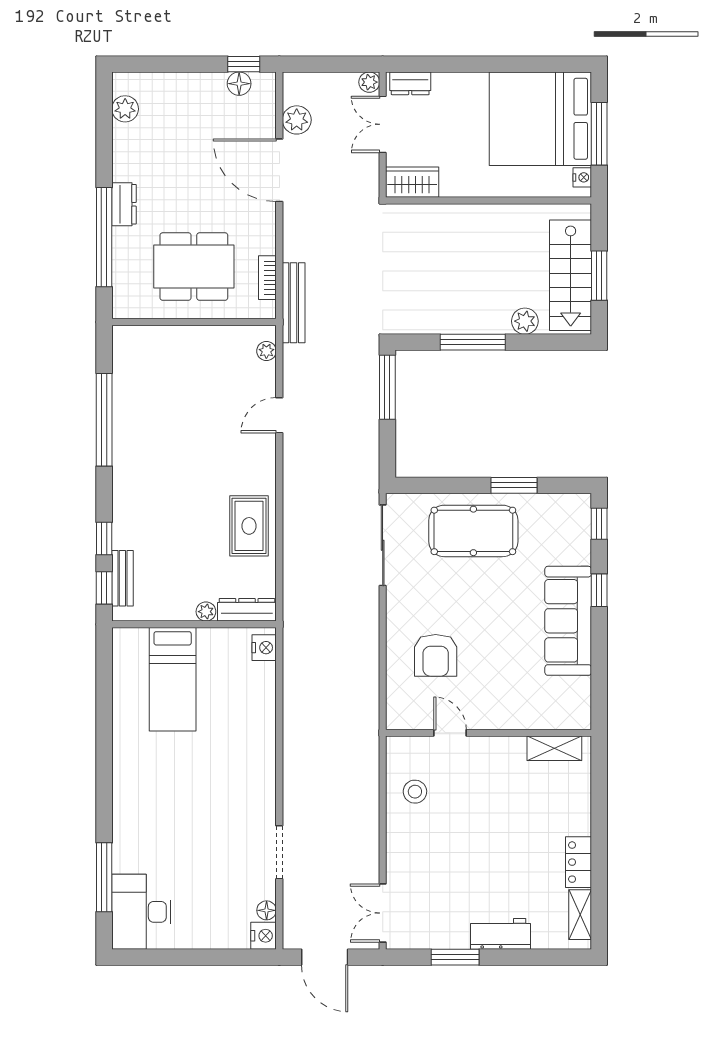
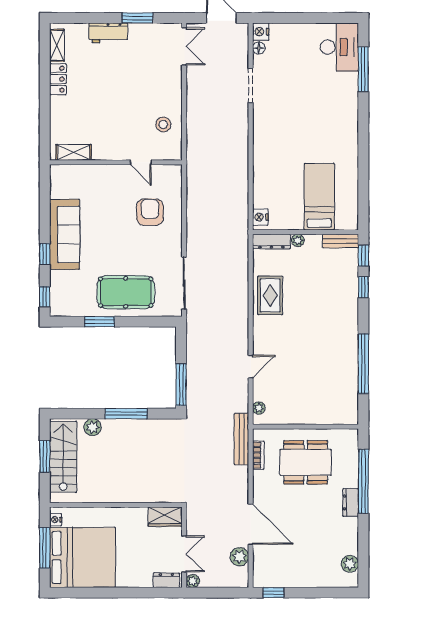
floor lamp: (239, 84) -> (276, 580), removed
bench: (122, 578) -> (340, 241), moved, turned 90

